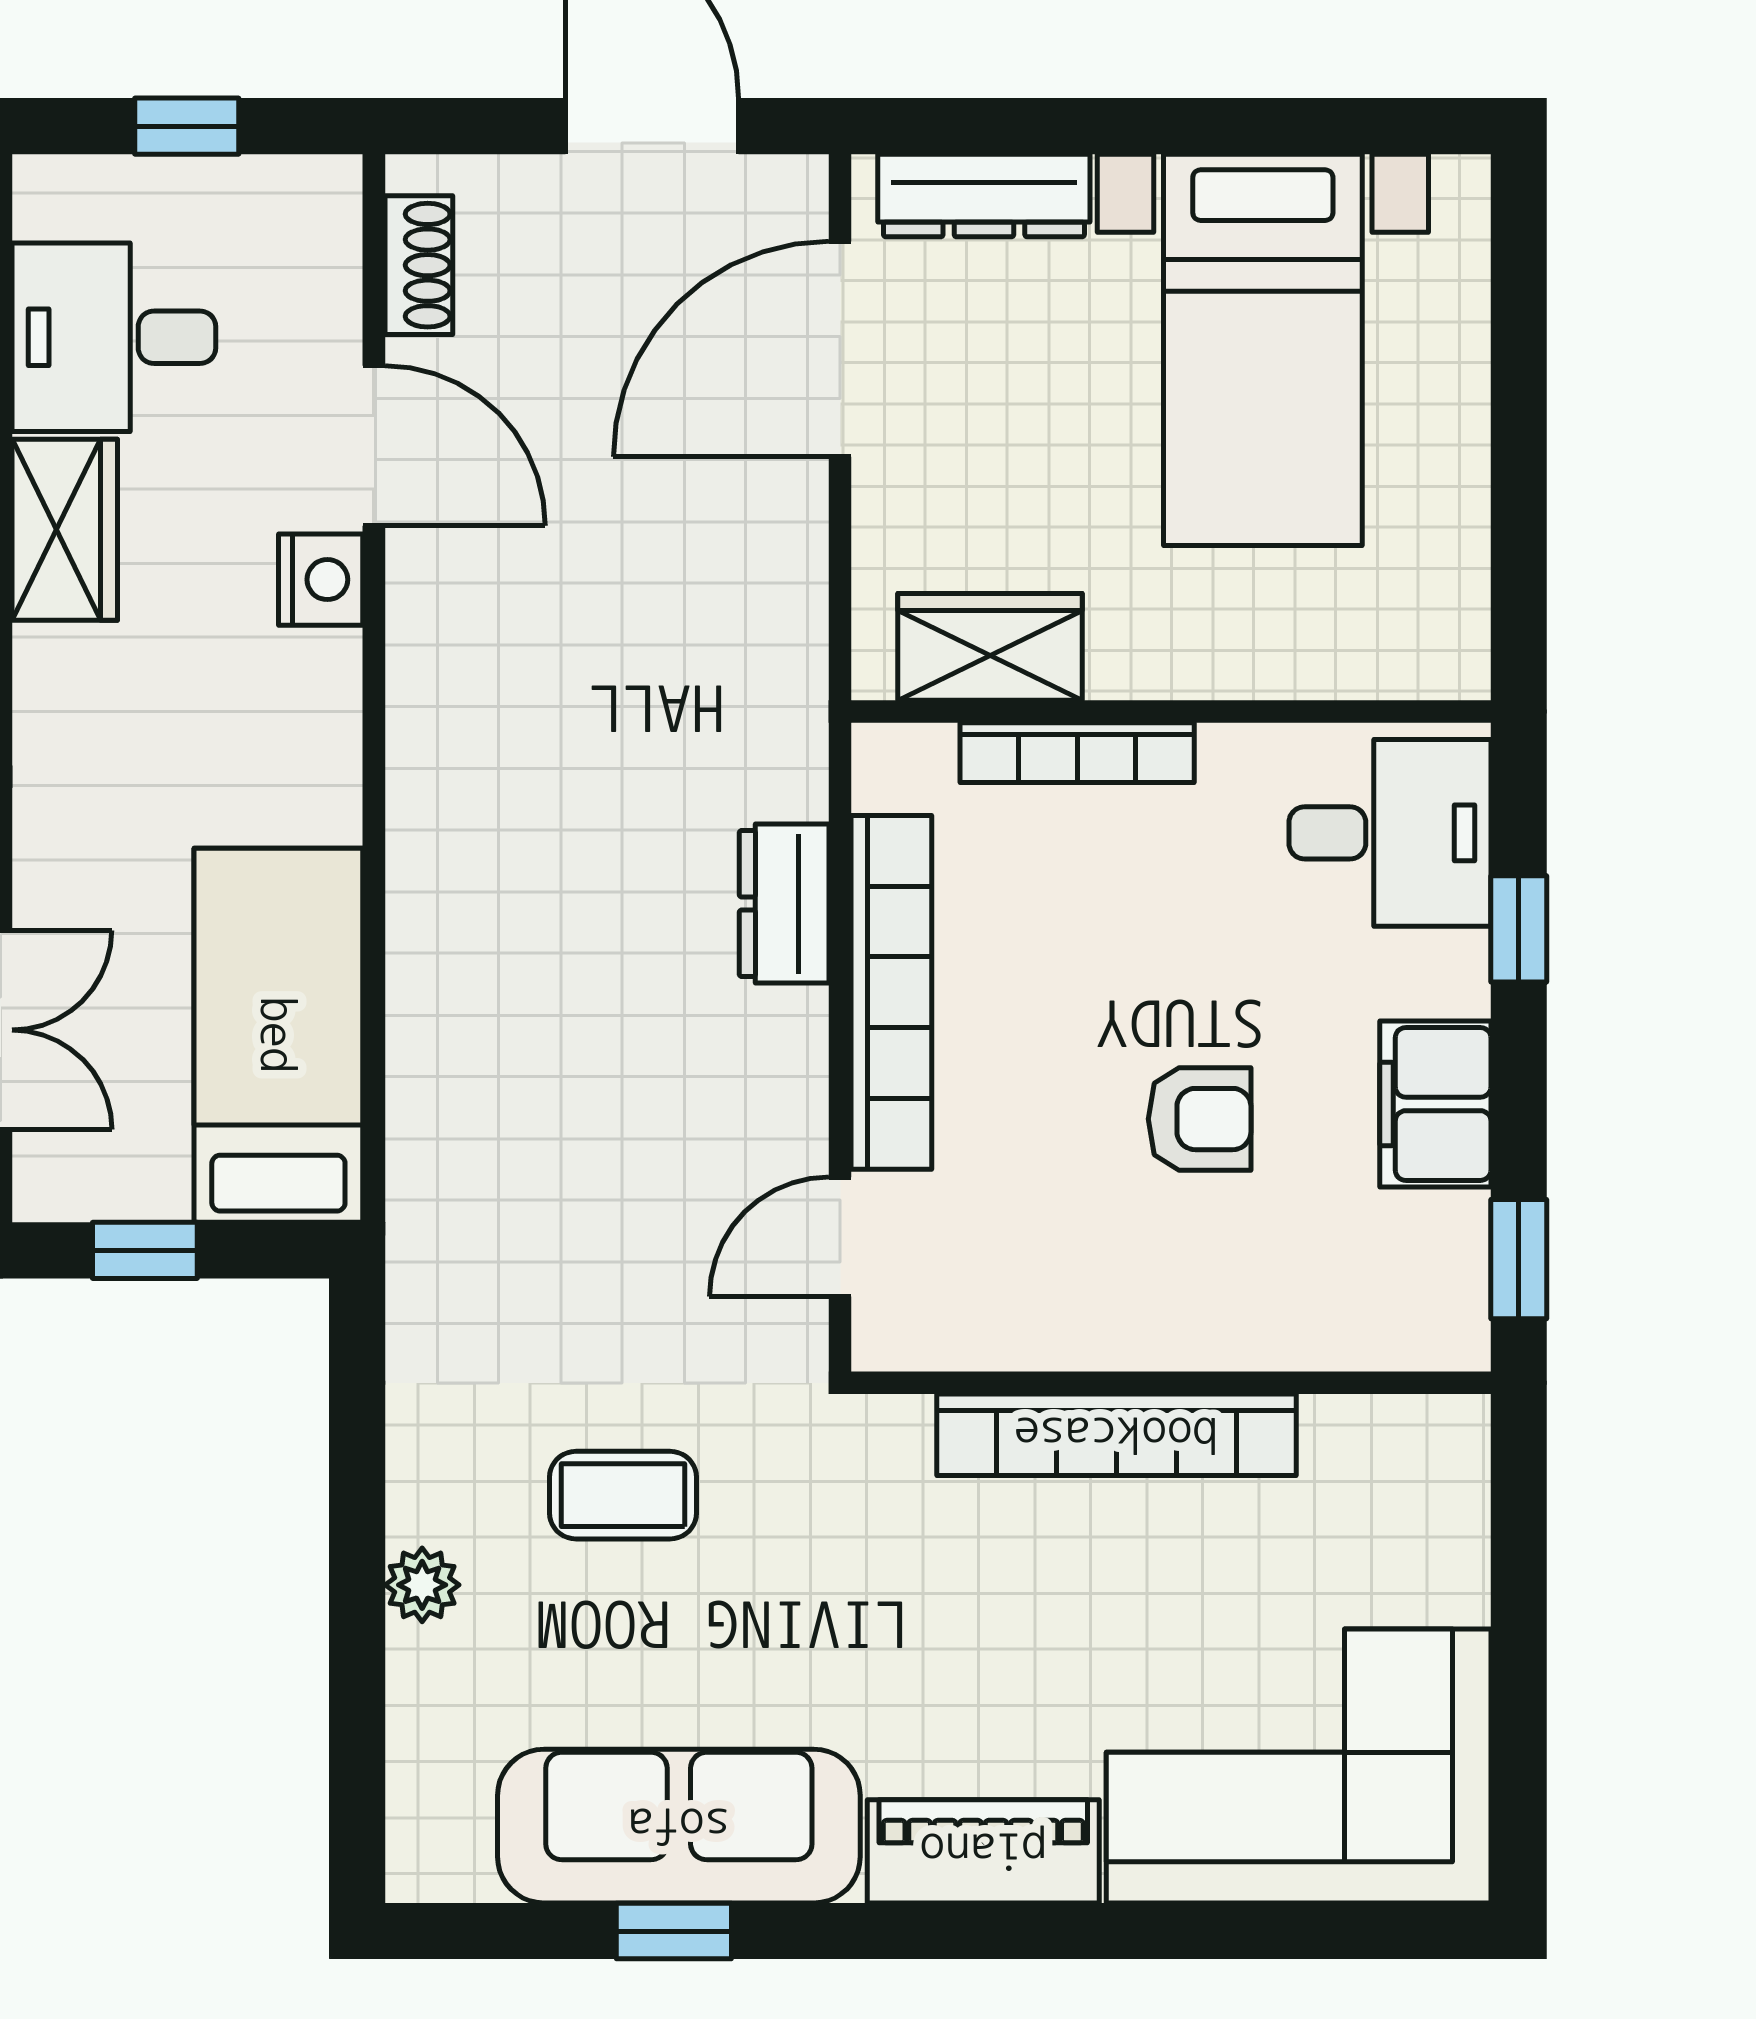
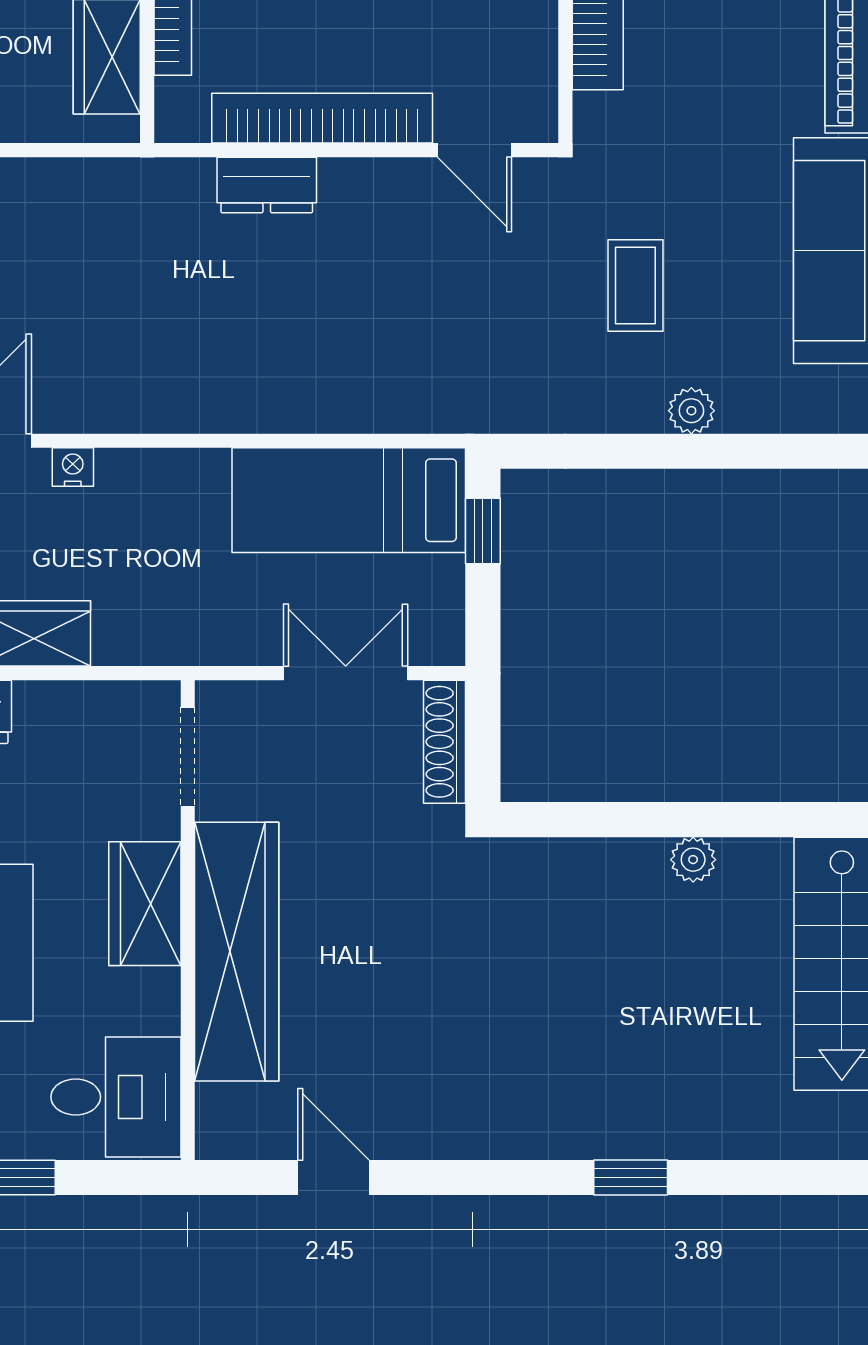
nightstand: (321, 580) -> (73, 467), width x0.72, depth x0.74
window: (145, 1250) -> (483, 531), moved

